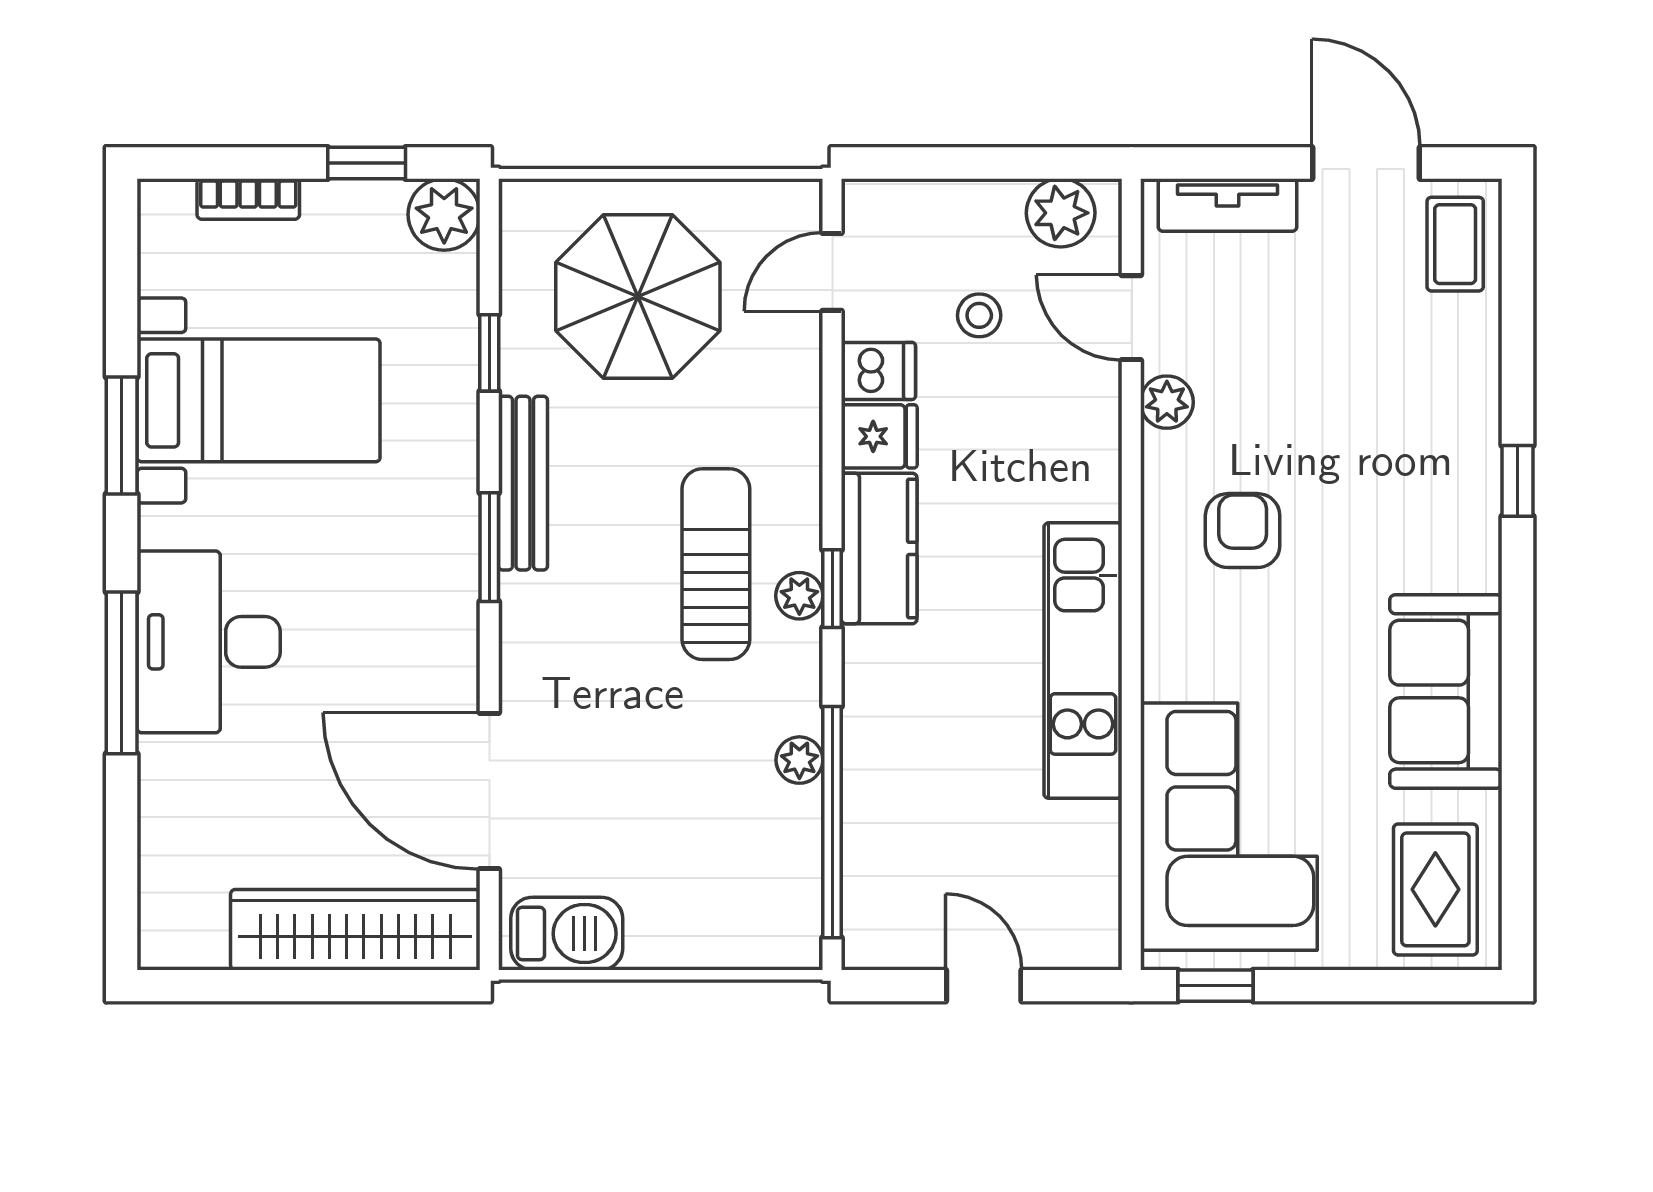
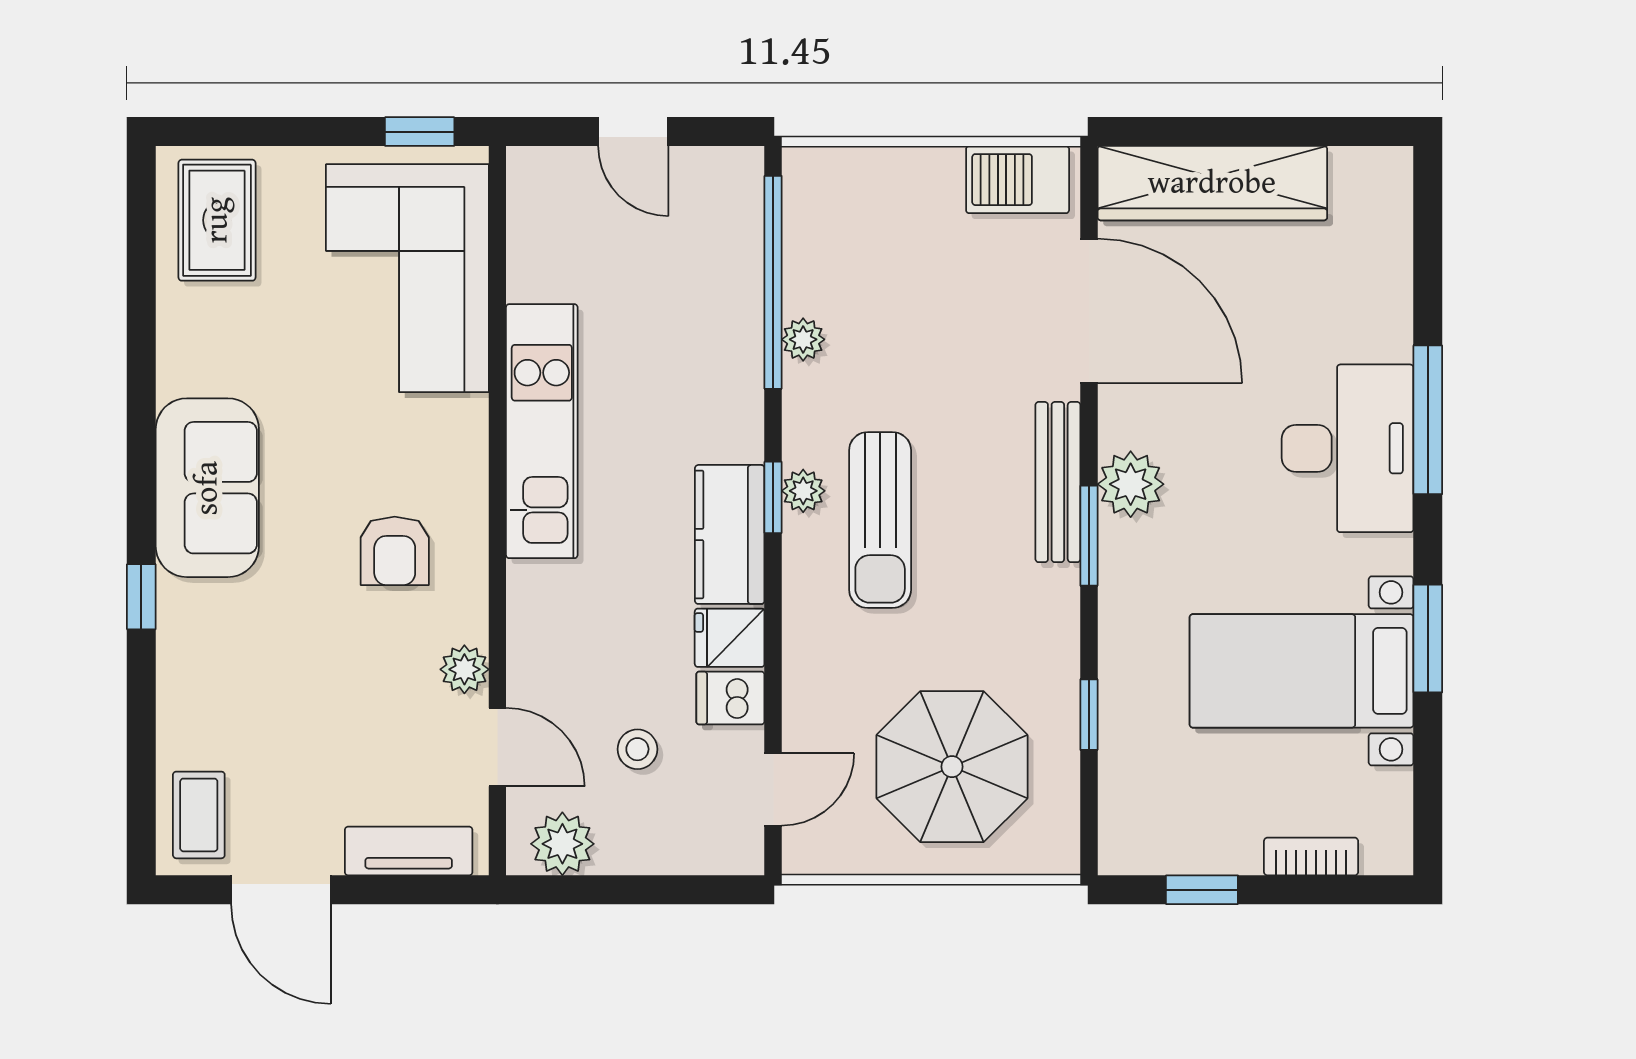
plant: (444, 214) -> (1131, 484), moved
bench: (523, 483) -> (1058, 482), moved
sofa: (1446, 691) -> (207, 488), moved

